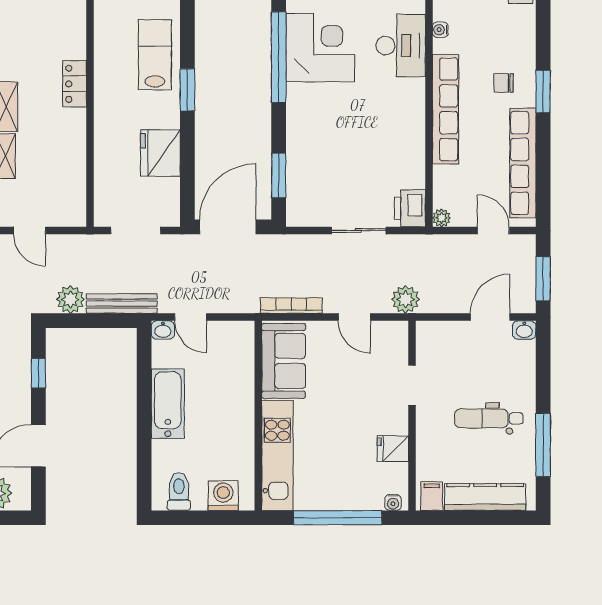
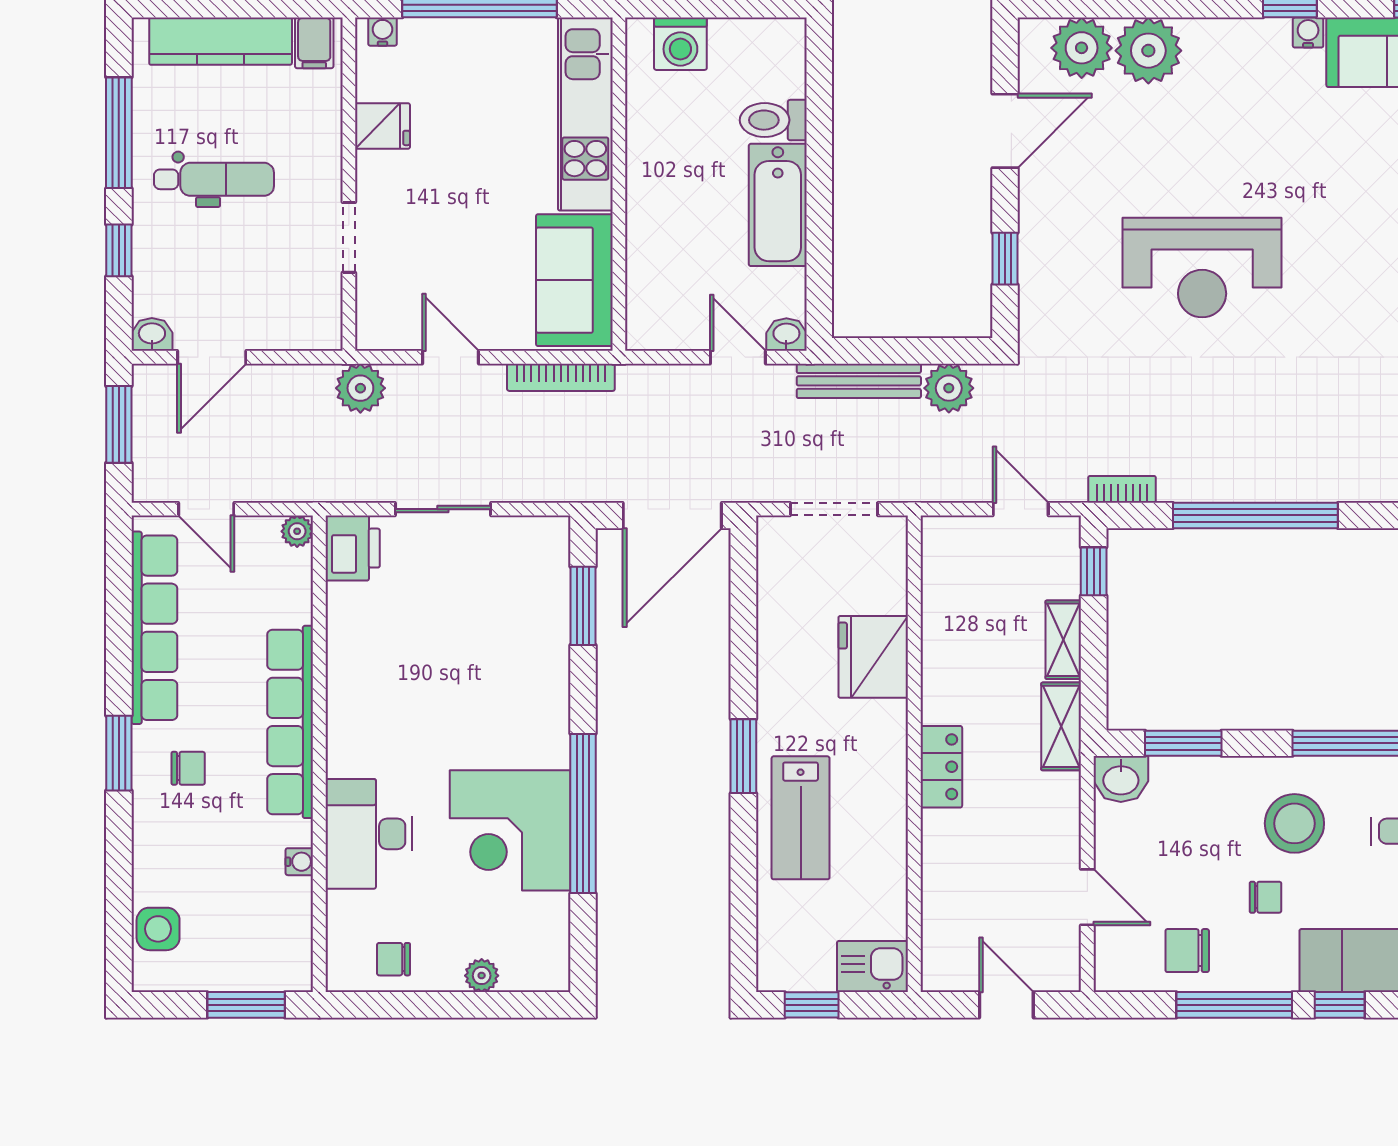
fridge: (160, 153) -> (873, 657), moved, turned 180
window: (543, 378) -> (119, 250), added
toilet: (179, 491) -> (773, 120), moved, turned 90

